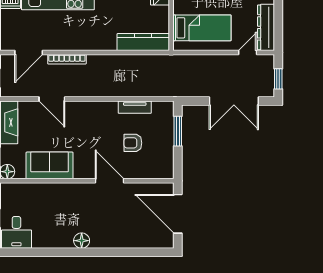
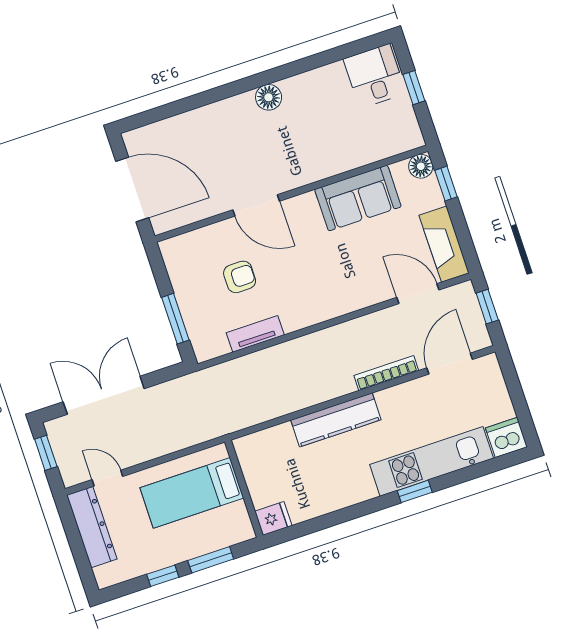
kitchen counter: (143, 42) -> (336, 420), moved
door: (248, 53) -> (107, 478), swing flipped
door: (52, 99) -> (418, 294), moved

